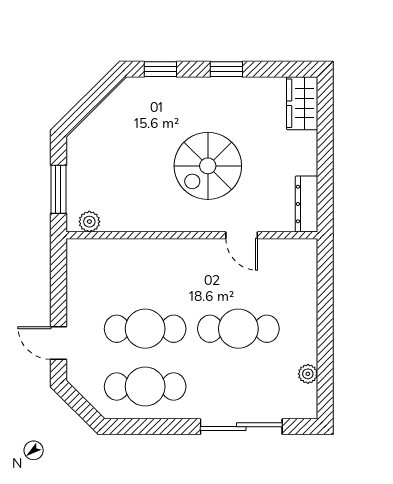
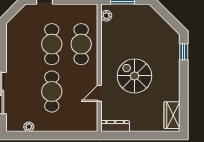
window: (226, 69) -> (184, 85), removed
wardrobe: (302, 103) -> (172, 115), moved, turned -90
cafe table: (145, 387) -> (81, 44), moved

